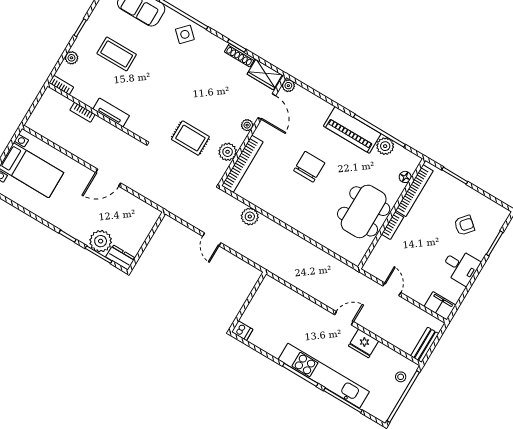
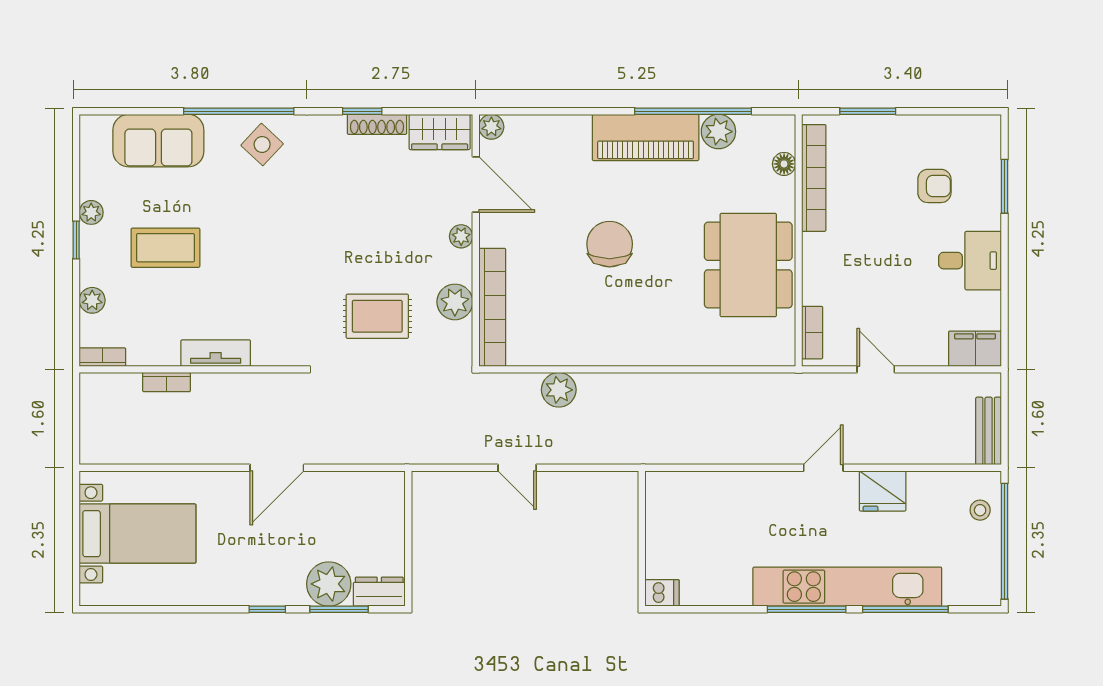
plant: (94, 20) -> (91, 212), added
armchair: (464, 225) -> (934, 186), turned 49
bookcase: (393, 226) -> (812, 333), moved

